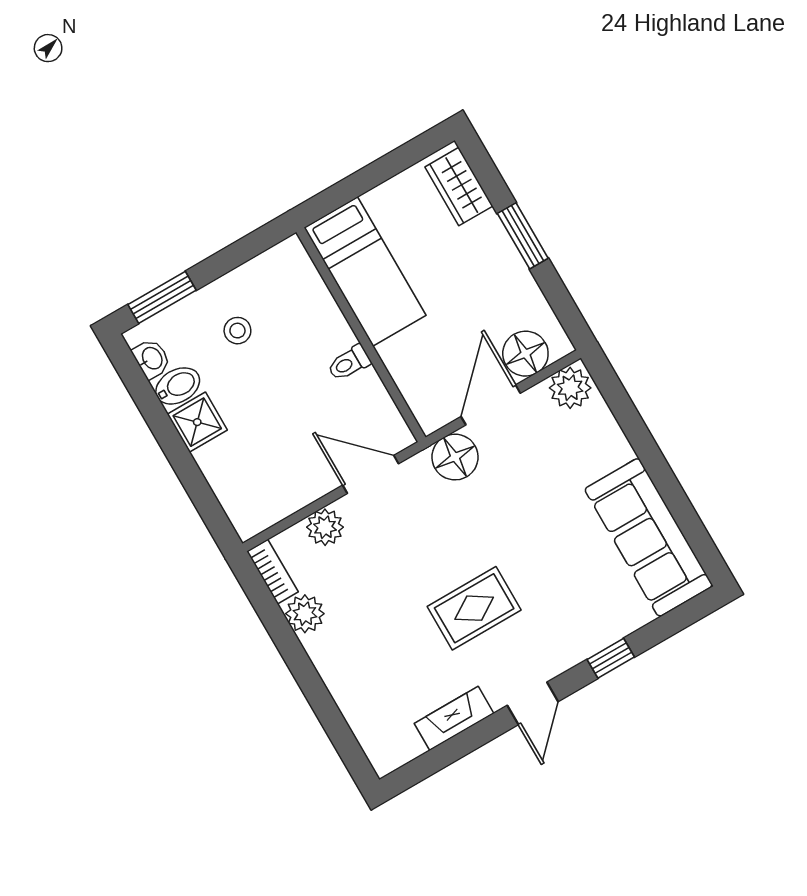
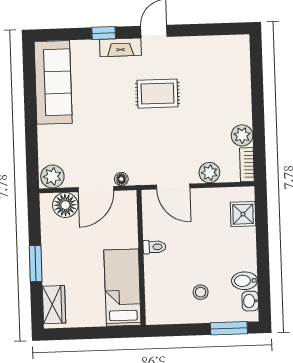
shower: (197, 422) -> (243, 214), moved
floor lamp: (455, 457) -> (121, 179), width x0.53, depth x0.53
fireplace: (454, 718) -> (120, 47), moved

